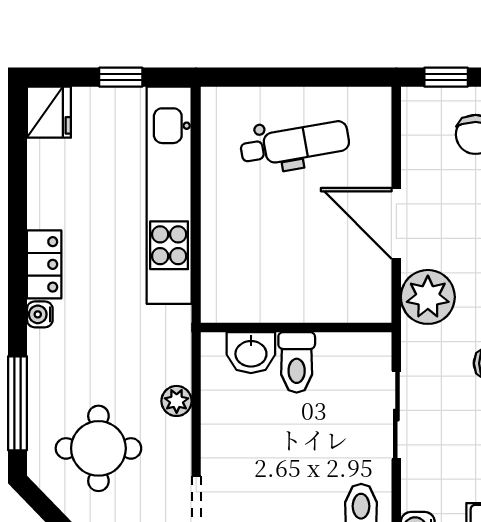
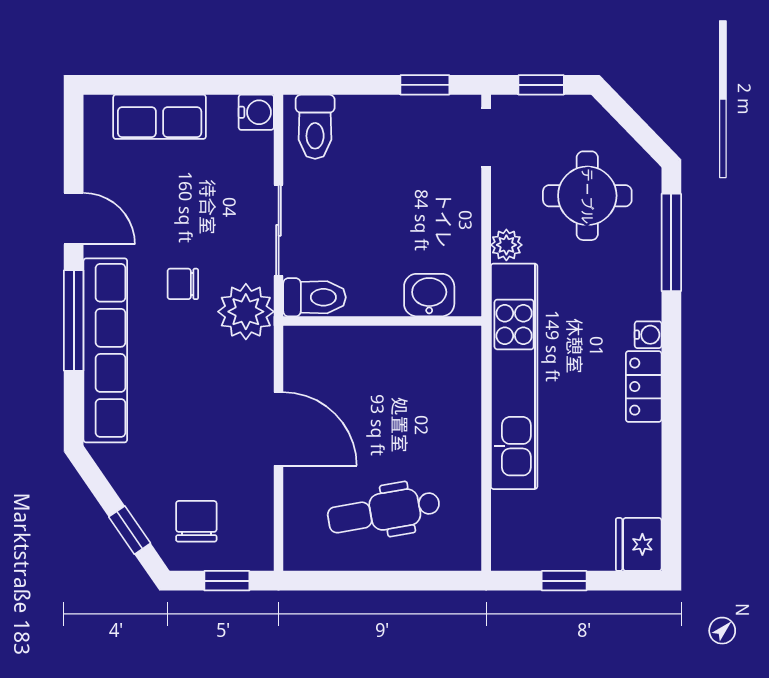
kitchen unit: (169, 195) -> (514, 376), moved
plant: (428, 297) -> (246, 312), moved
toilet: (297, 362) -> (315, 297), moved, turned 90

